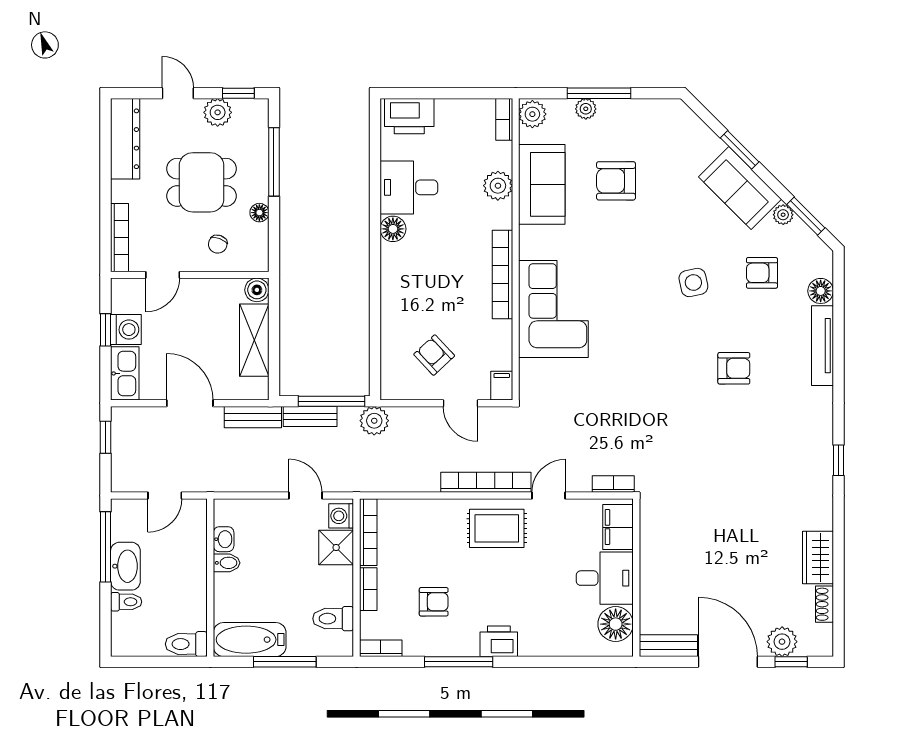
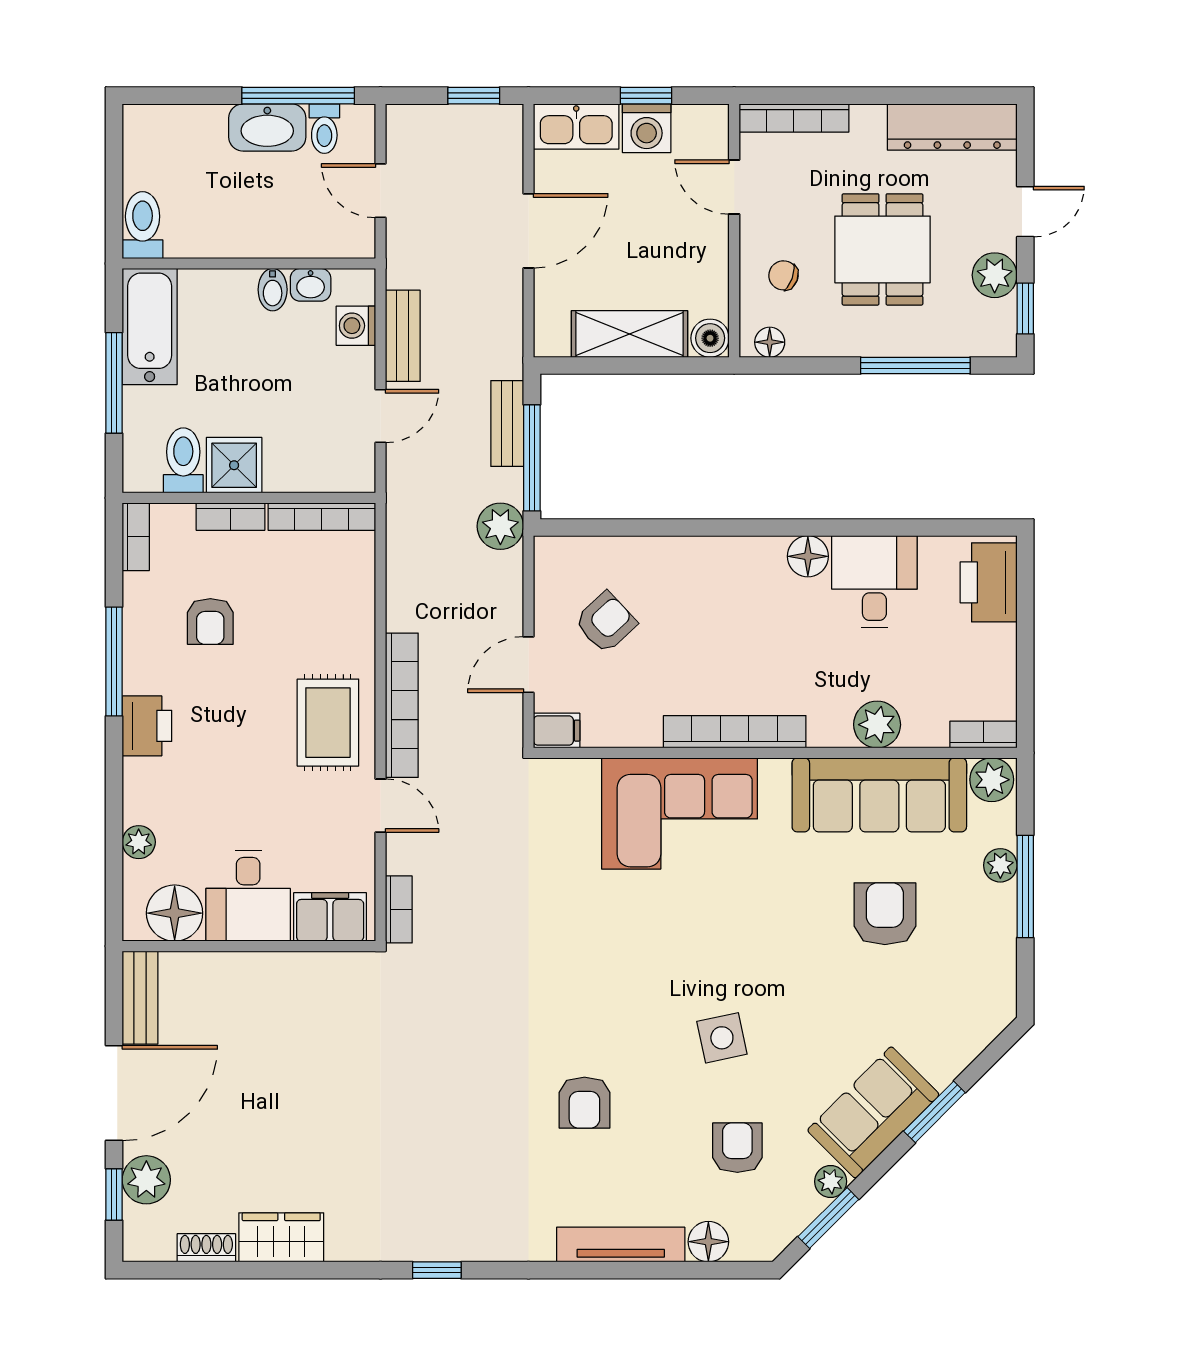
sofa: (542, 184) -> (879, 795), width x1.36
floor lamp: (259, 213) -> (770, 342), moved
bench: (253, 417) -> (403, 336), moved
washing machine: (341, 516) -> (356, 326), moved, turned -90
shower: (336, 548) -> (234, 465), moved
toilet: (126, 602) -> (324, 129), moved
plant: (571, 646) -> (139, 842), added

